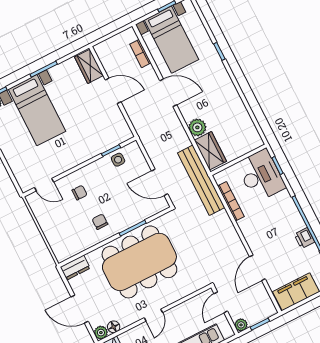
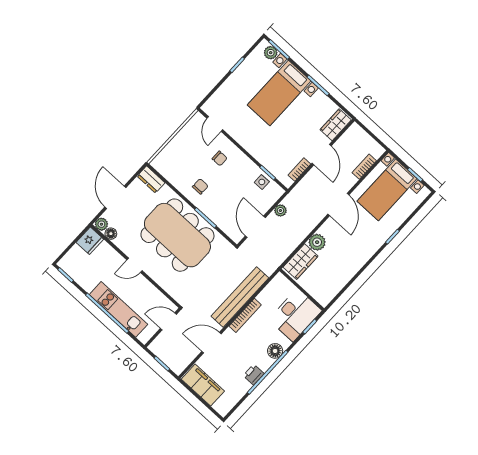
bookcase: (120, 118) -> (299, 170), added
bench: (201, 180) -> (240, 297), moved
bookcase: (231, 201) -> (245, 315), moved
floor lamp: (289, 208) -> (275, 351), added
plant: (241, 325) -> (280, 210), moved

